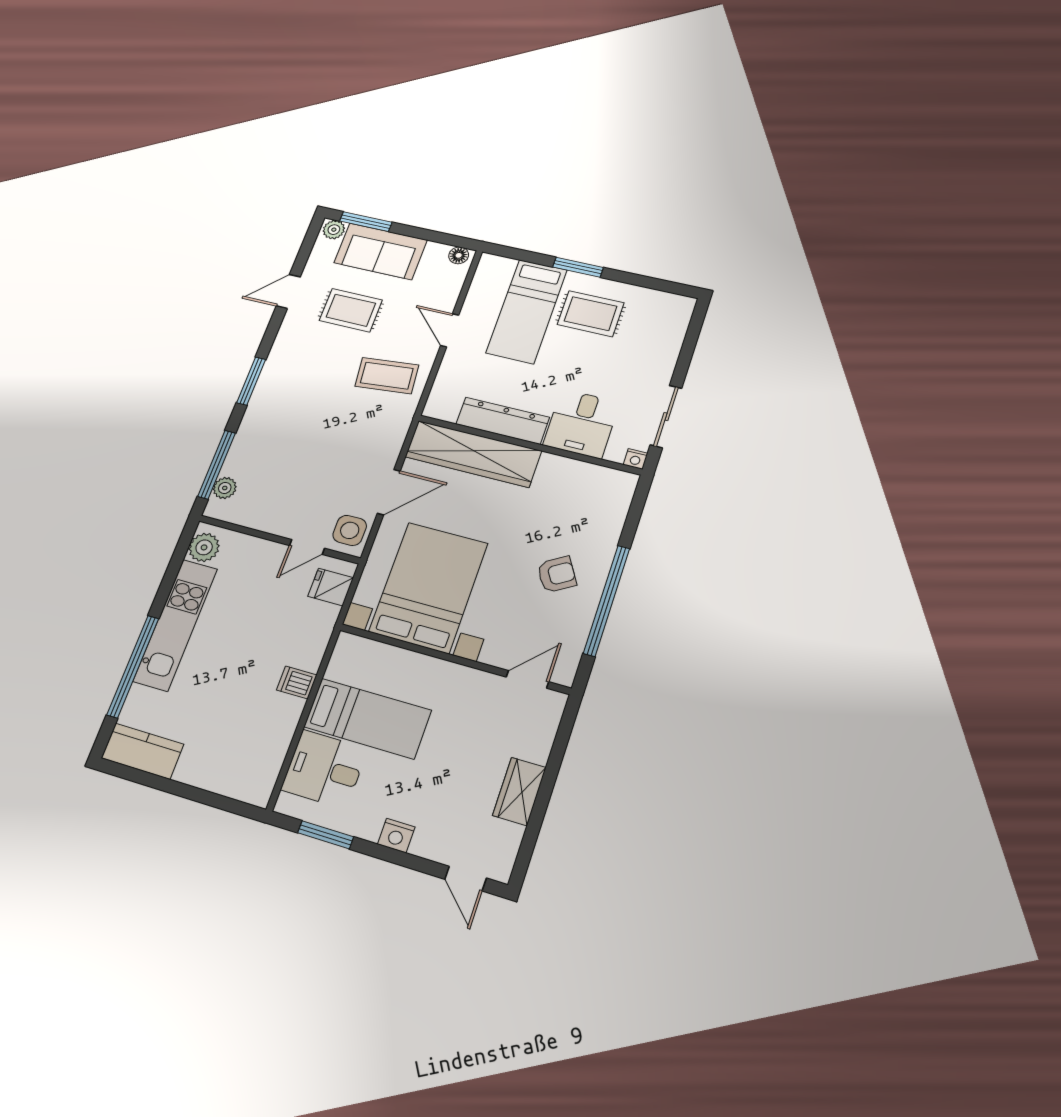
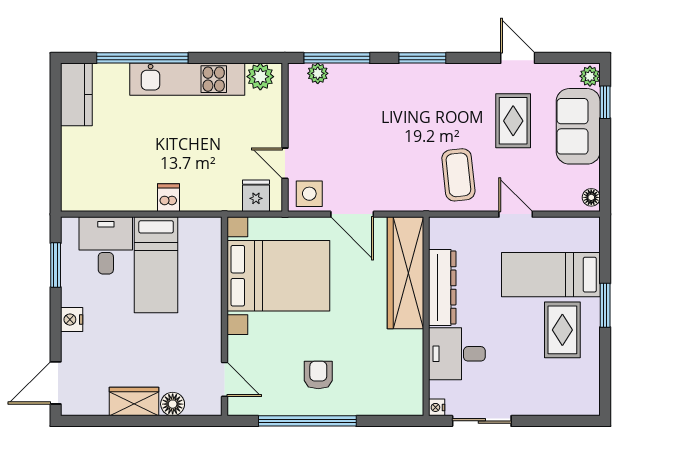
window: (366, 222) -> (605, 102), width x0.67
door: (450, 330) -> (516, 214), hinge flipped
armchair: (557, 575) -> (318, 375), turned -149
floor lamp: (537, 747) -> (173, 404), added
door: (466, 879) -> (56, 383), width x1.38

